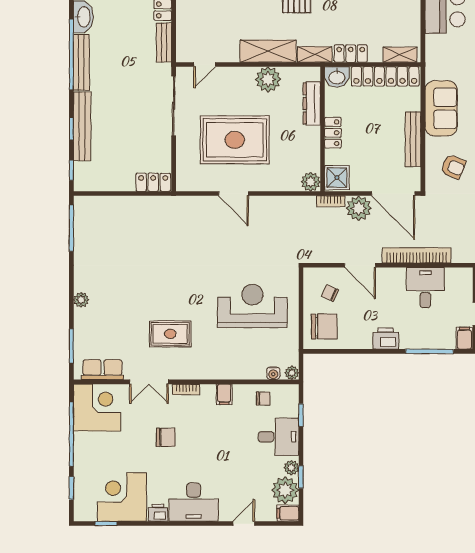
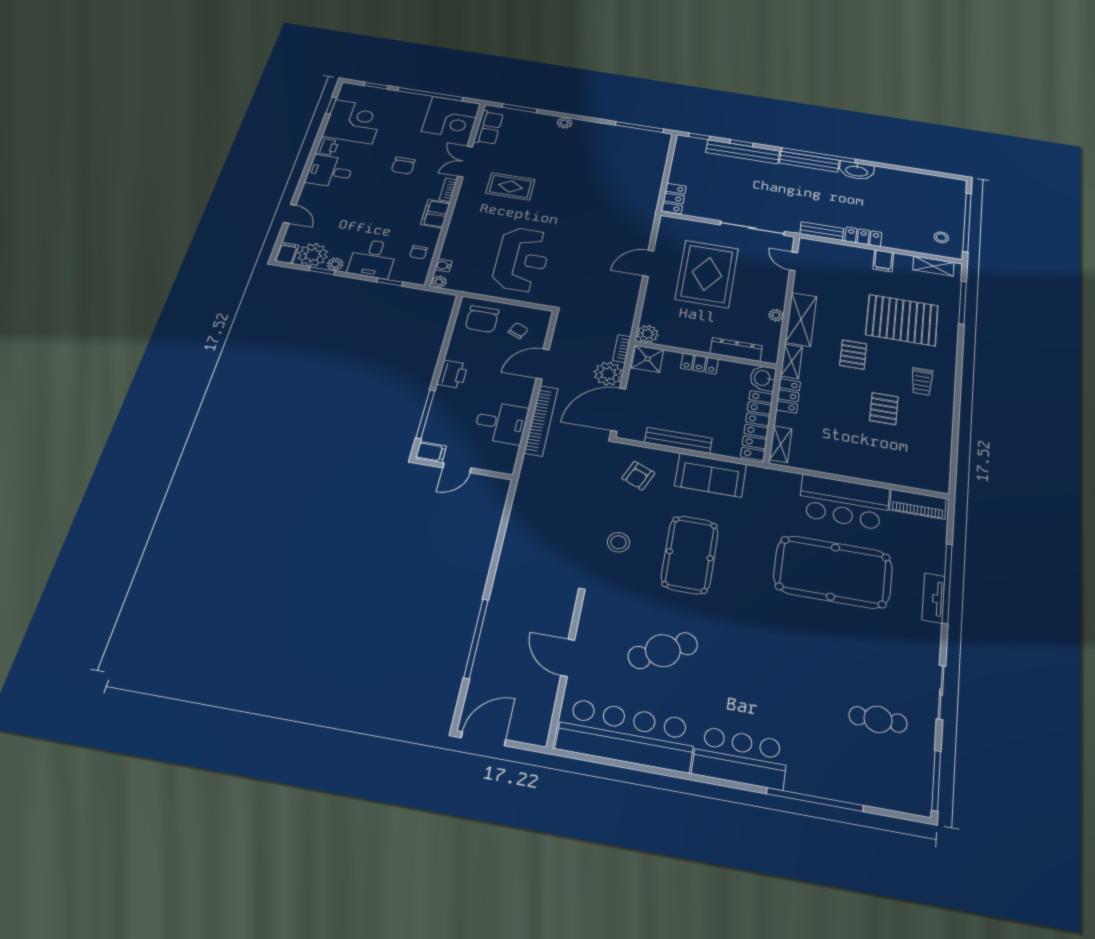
plant: (268, 79) -> (776, 315), width x0.53, depth x0.53
rug: (170, 334) -> (510, 186), turned 90
filing cabinet: (224, 394) -> (435, 214), width x2.00
desk: (194, 502) -> (330, 171), width x0.73

